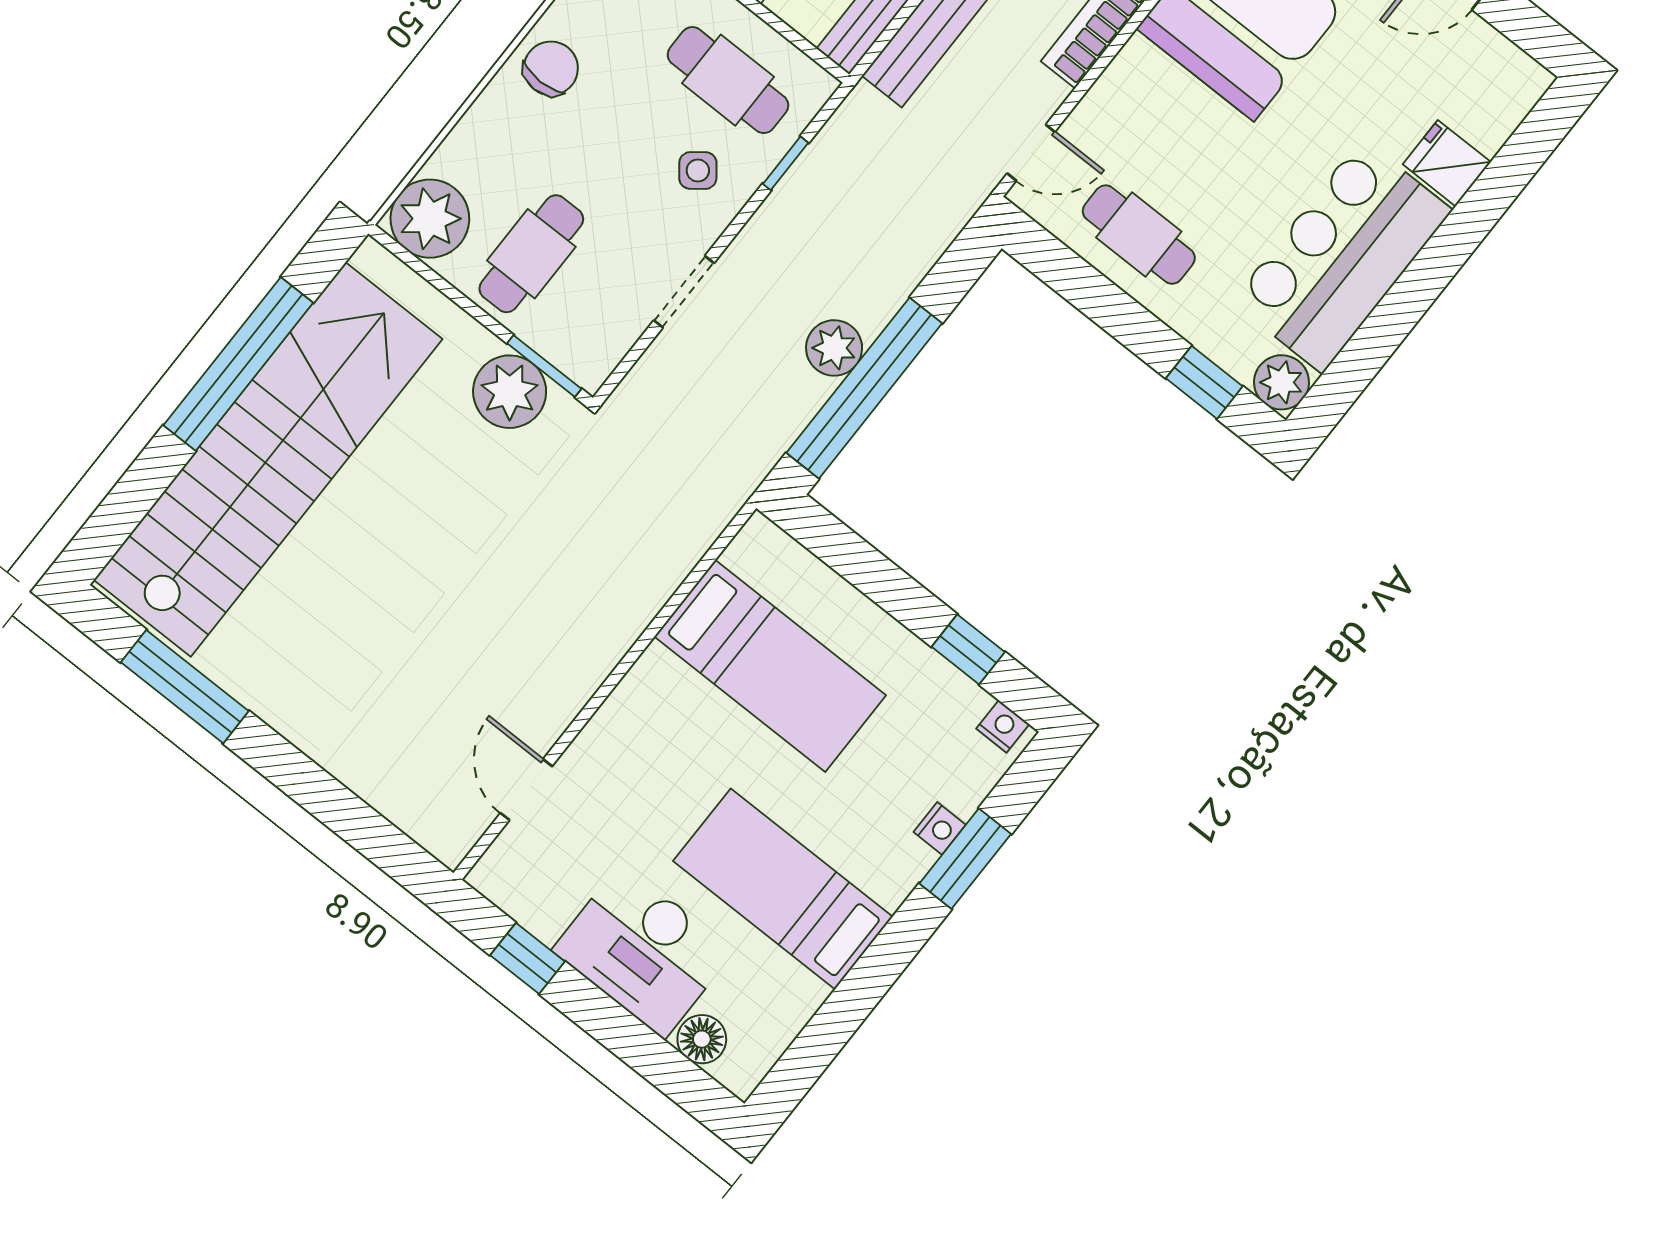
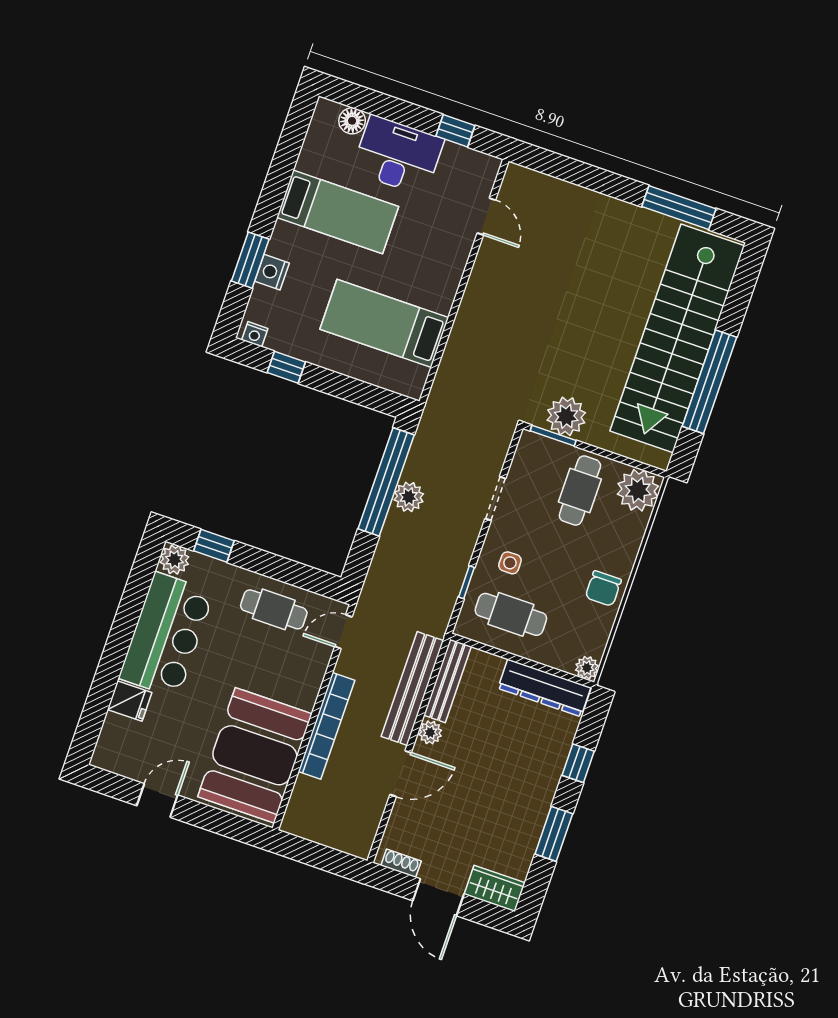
side table: (698, 170) -> (510, 563), turned 38
nightstand: (940, 828) -> (272, 272), width x1.39, depth x1.35

